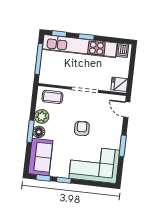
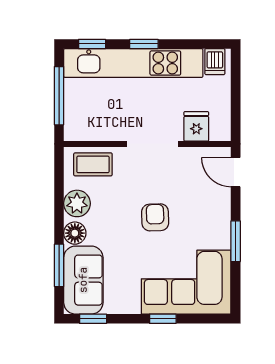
fridge: (119, 84) -> (196, 126), moved, turned 90
window: (31, 131) -> (59, 265), moved
window: (64, 180) -> (163, 319), moved

